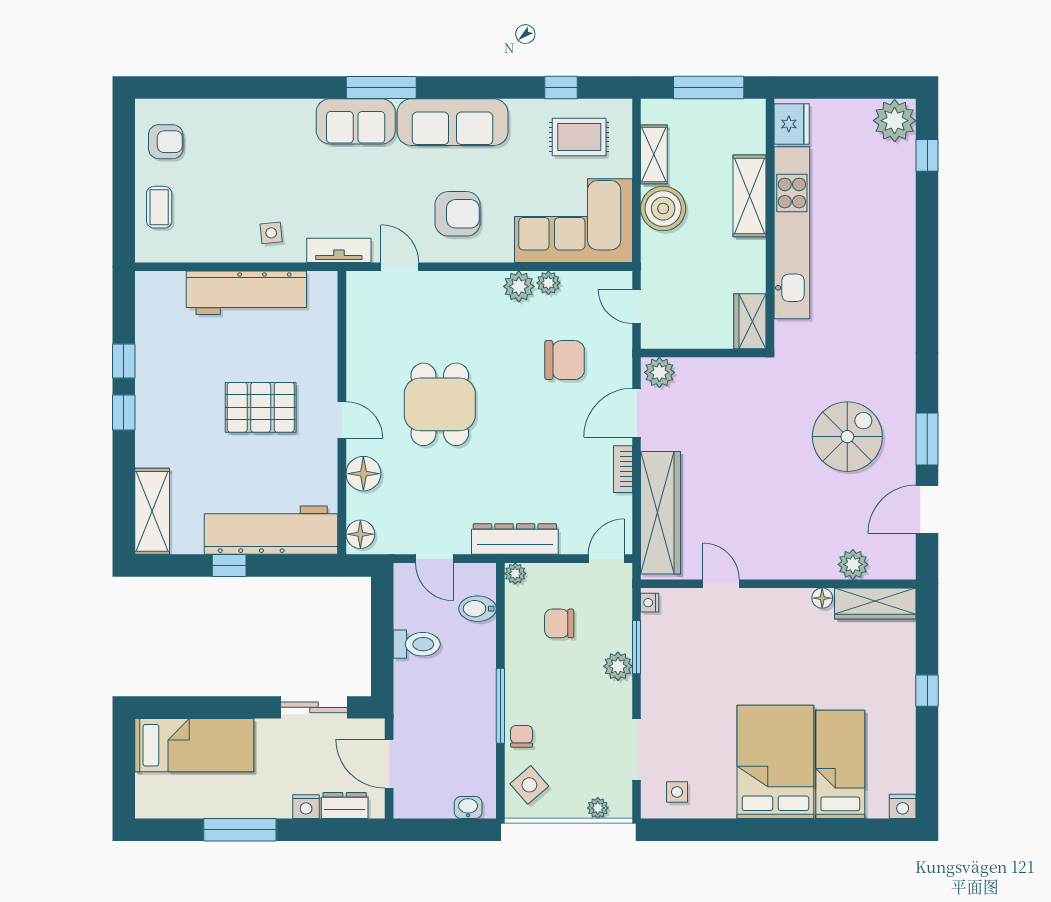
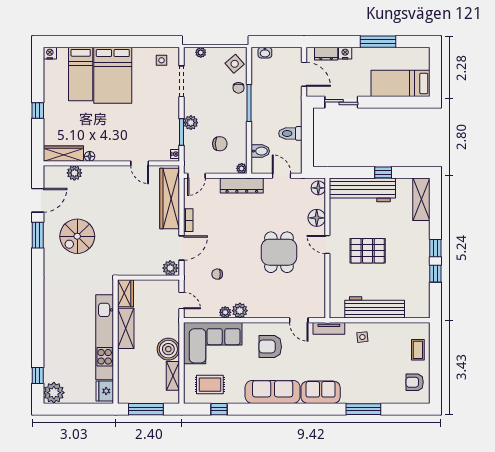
window: (381, 88) -> (363, 409), moved
shelving: (749, 196) -> (126, 328), moved
chair: (565, 360) -> (217, 274), width x0.54, depth x0.54

